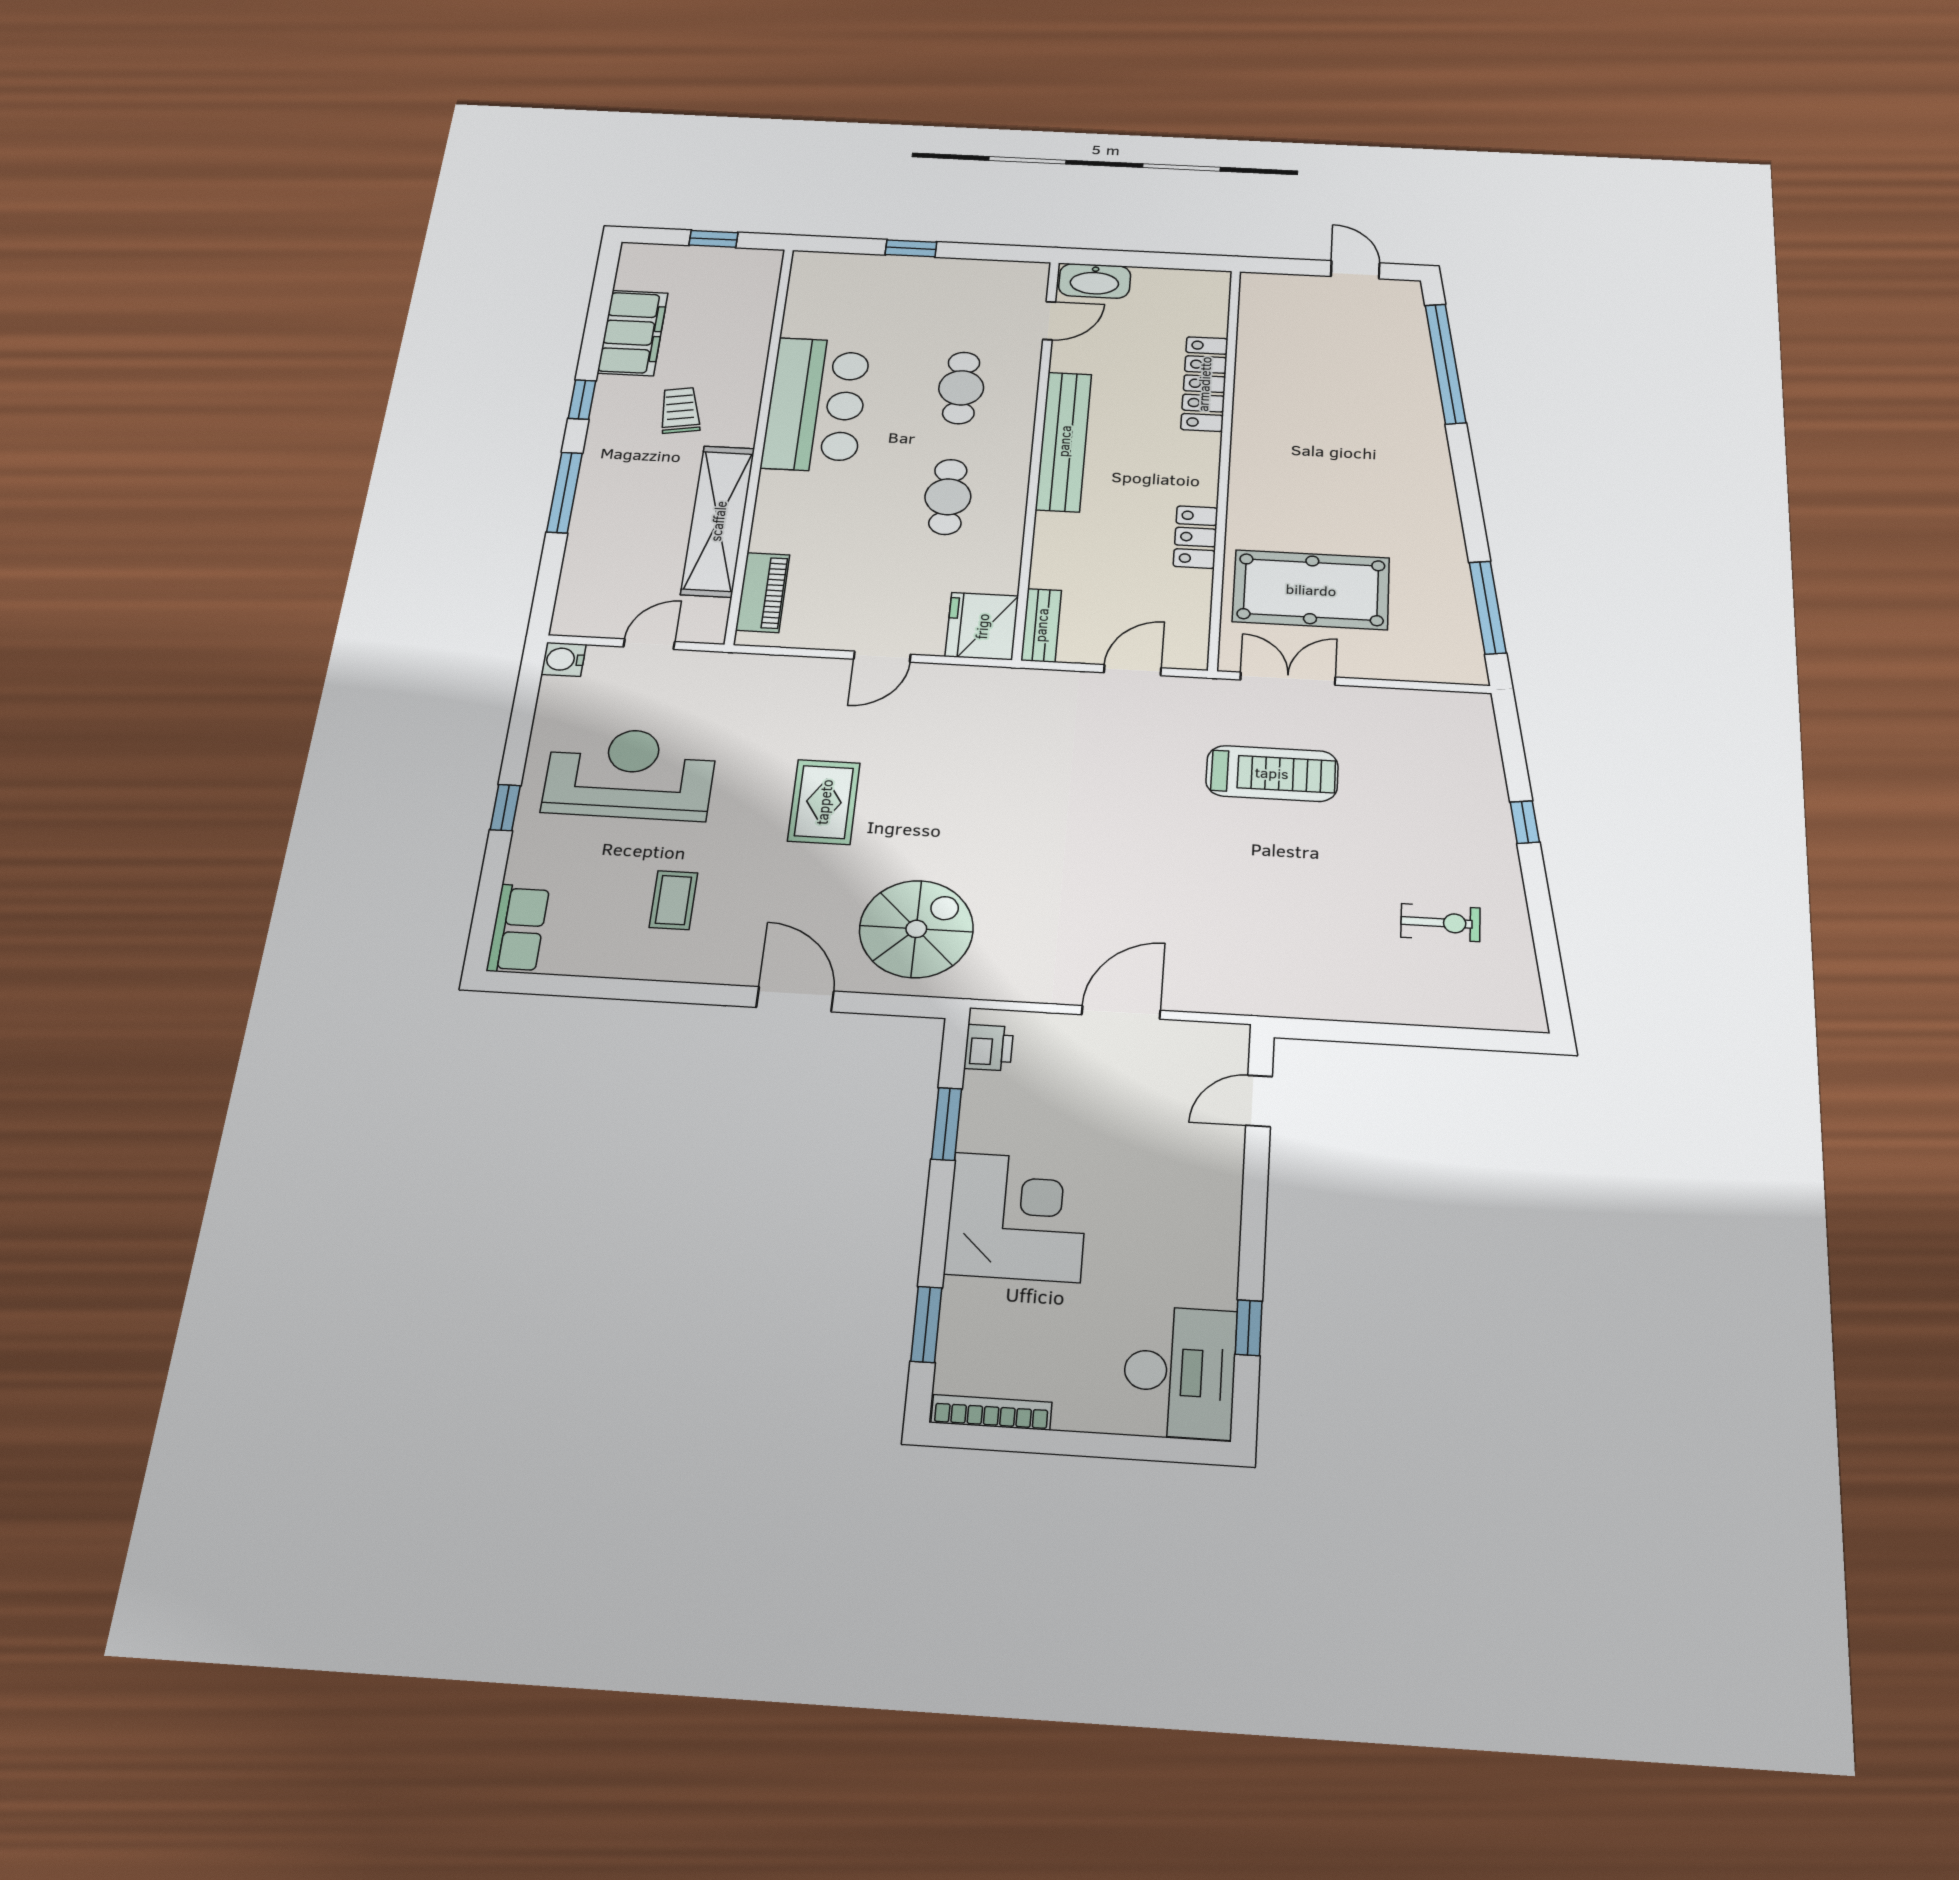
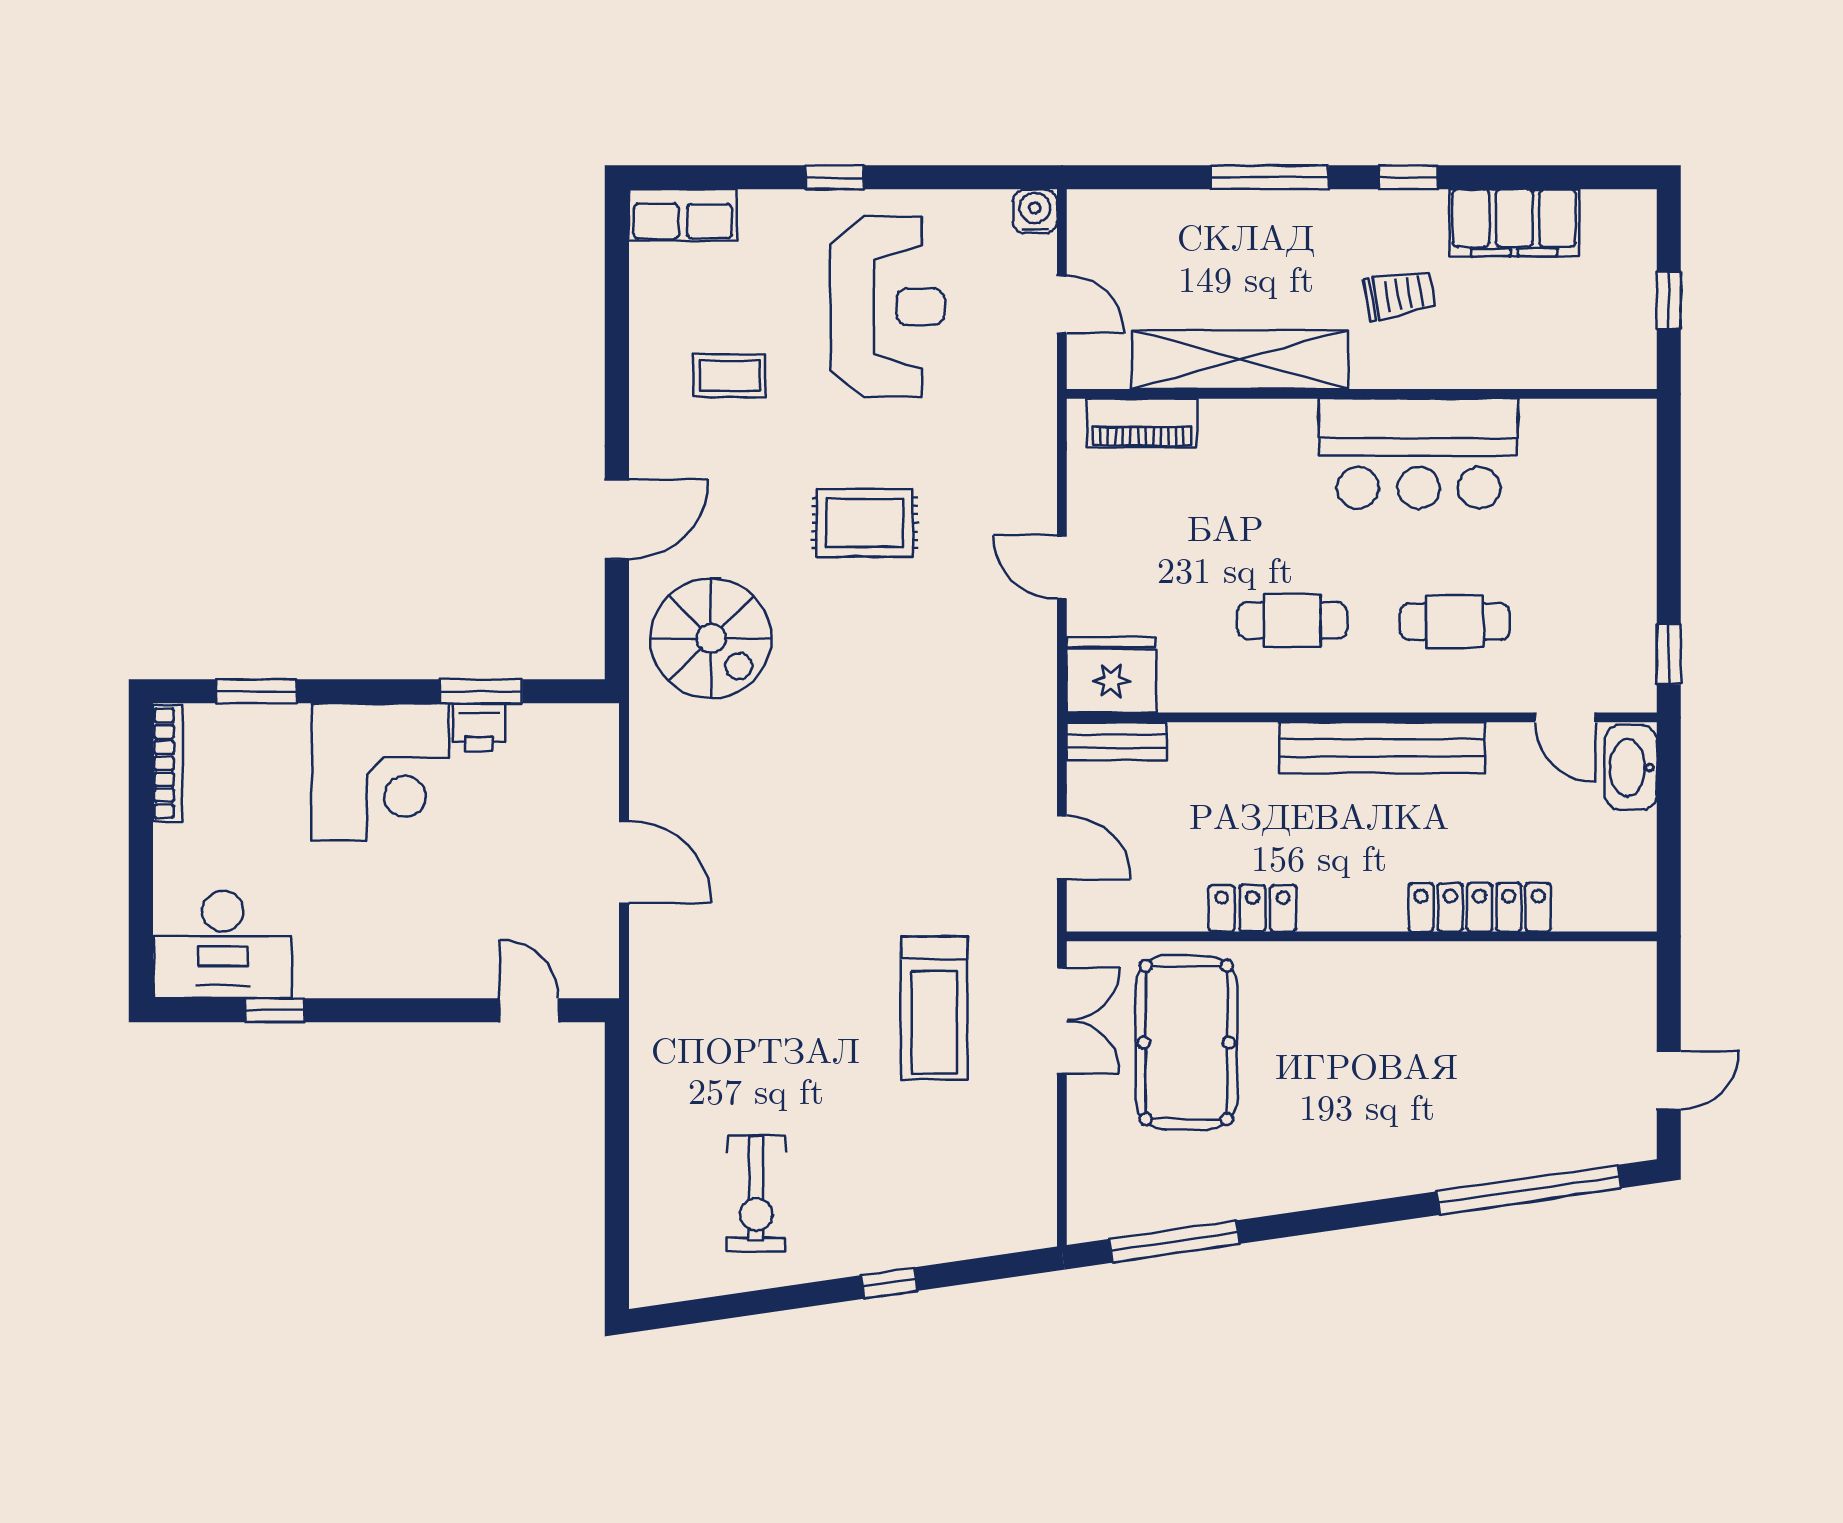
window: (911, 248) -> (1669, 654), moved
exercise bike: (1441, 923) -> (756, 1194), width x1.38, depth x1.39
printer: (989, 1048) -> (479, 727), moved

